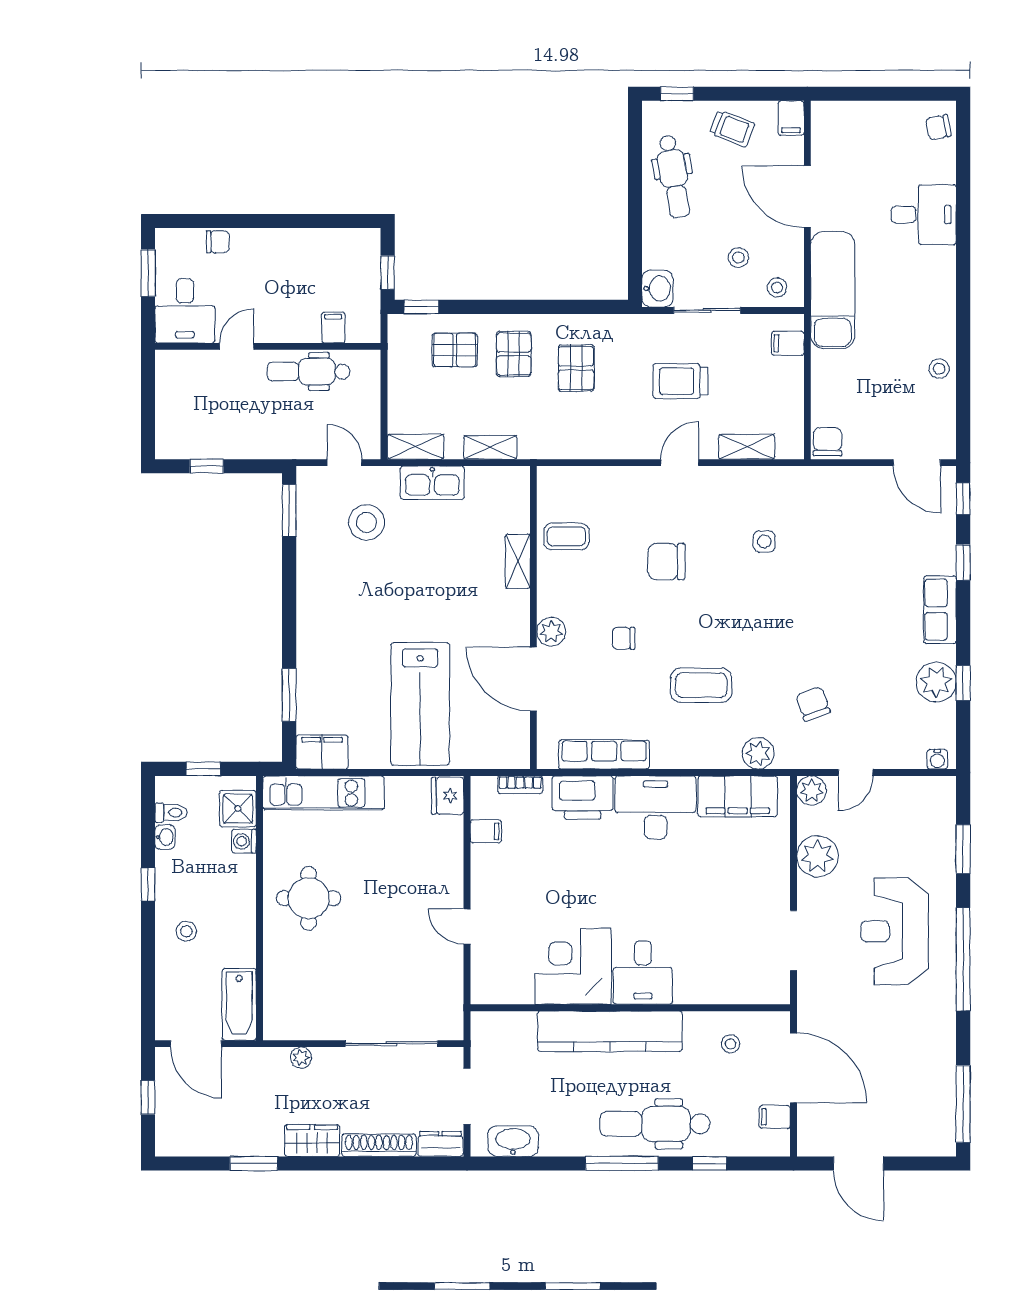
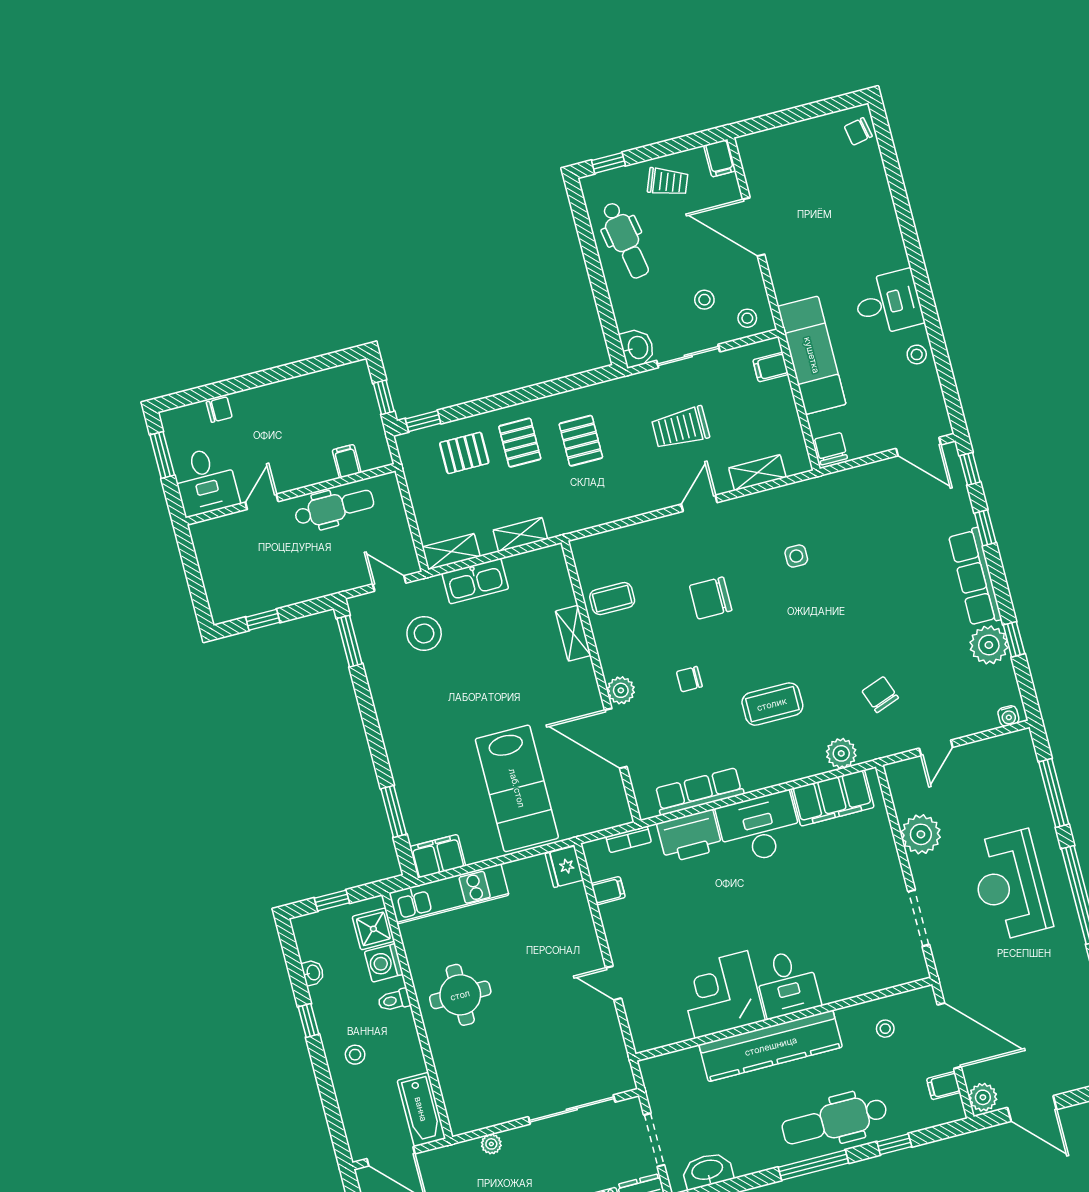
desk: (924, 215) -> (888, 303), moved
exam couch: (833, 290) -> (812, 355), moved
dental chair: (309, 371) -> (334, 508), turned 180
row of seats: (940, 610) -> (975, 577), width x1.48
plant: (812, 791) -> (983, 1097), moved
toilet: (171, 813) -> (394, 1000), moved, turned 180
washing machine: (244, 841) -> (384, 963), width x1.38, depth x1.38
window: (963, 849) -> (1054, 793), width x1.44

